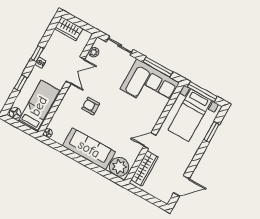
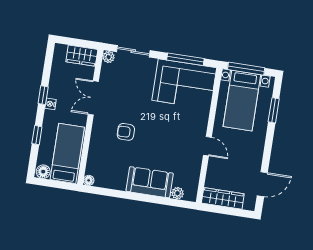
wardrobe: (69, 29) -> (82, 56), moved
plant: (94, 52) -> (109, 57), moved
double door: (75, 70) -> (93, 98), swing flipped
door: (150, 141) -> (207, 146), swing flipped
sofa: (89, 149) -> (150, 182), width x0.73
plant: (119, 167) -> (178, 193), width x0.53, depth x0.53
wardrobe: (145, 168) -> (223, 198), moved, turned -90

